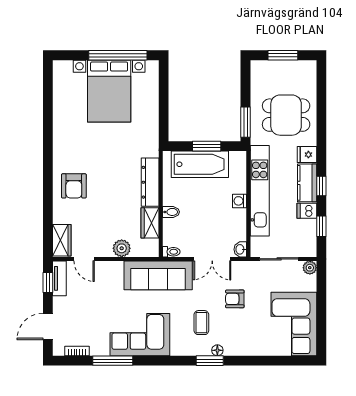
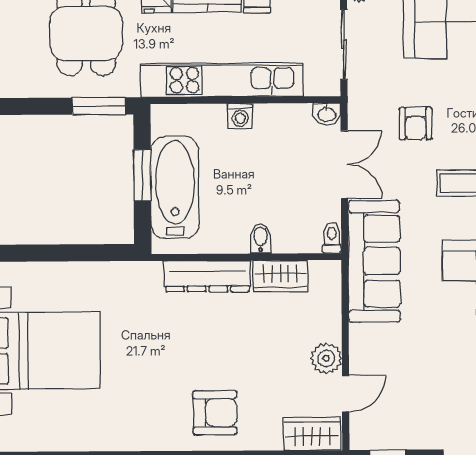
plant: (122, 248) -> (326, 358), moved
tv unit: (59, 278) -> (381, 438), removed

